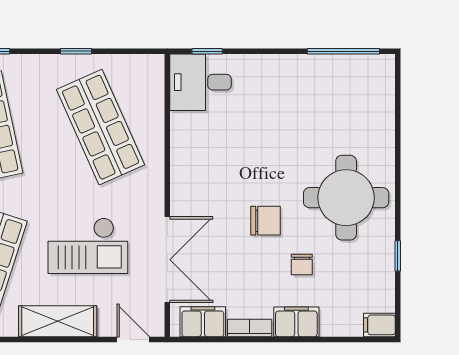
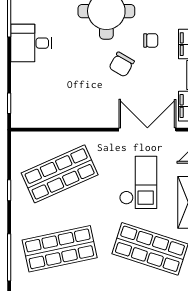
desk: (200, 82) -> (31, 43), moved, turned 90
chair: (266, 221) -> (122, 64), turned -150

